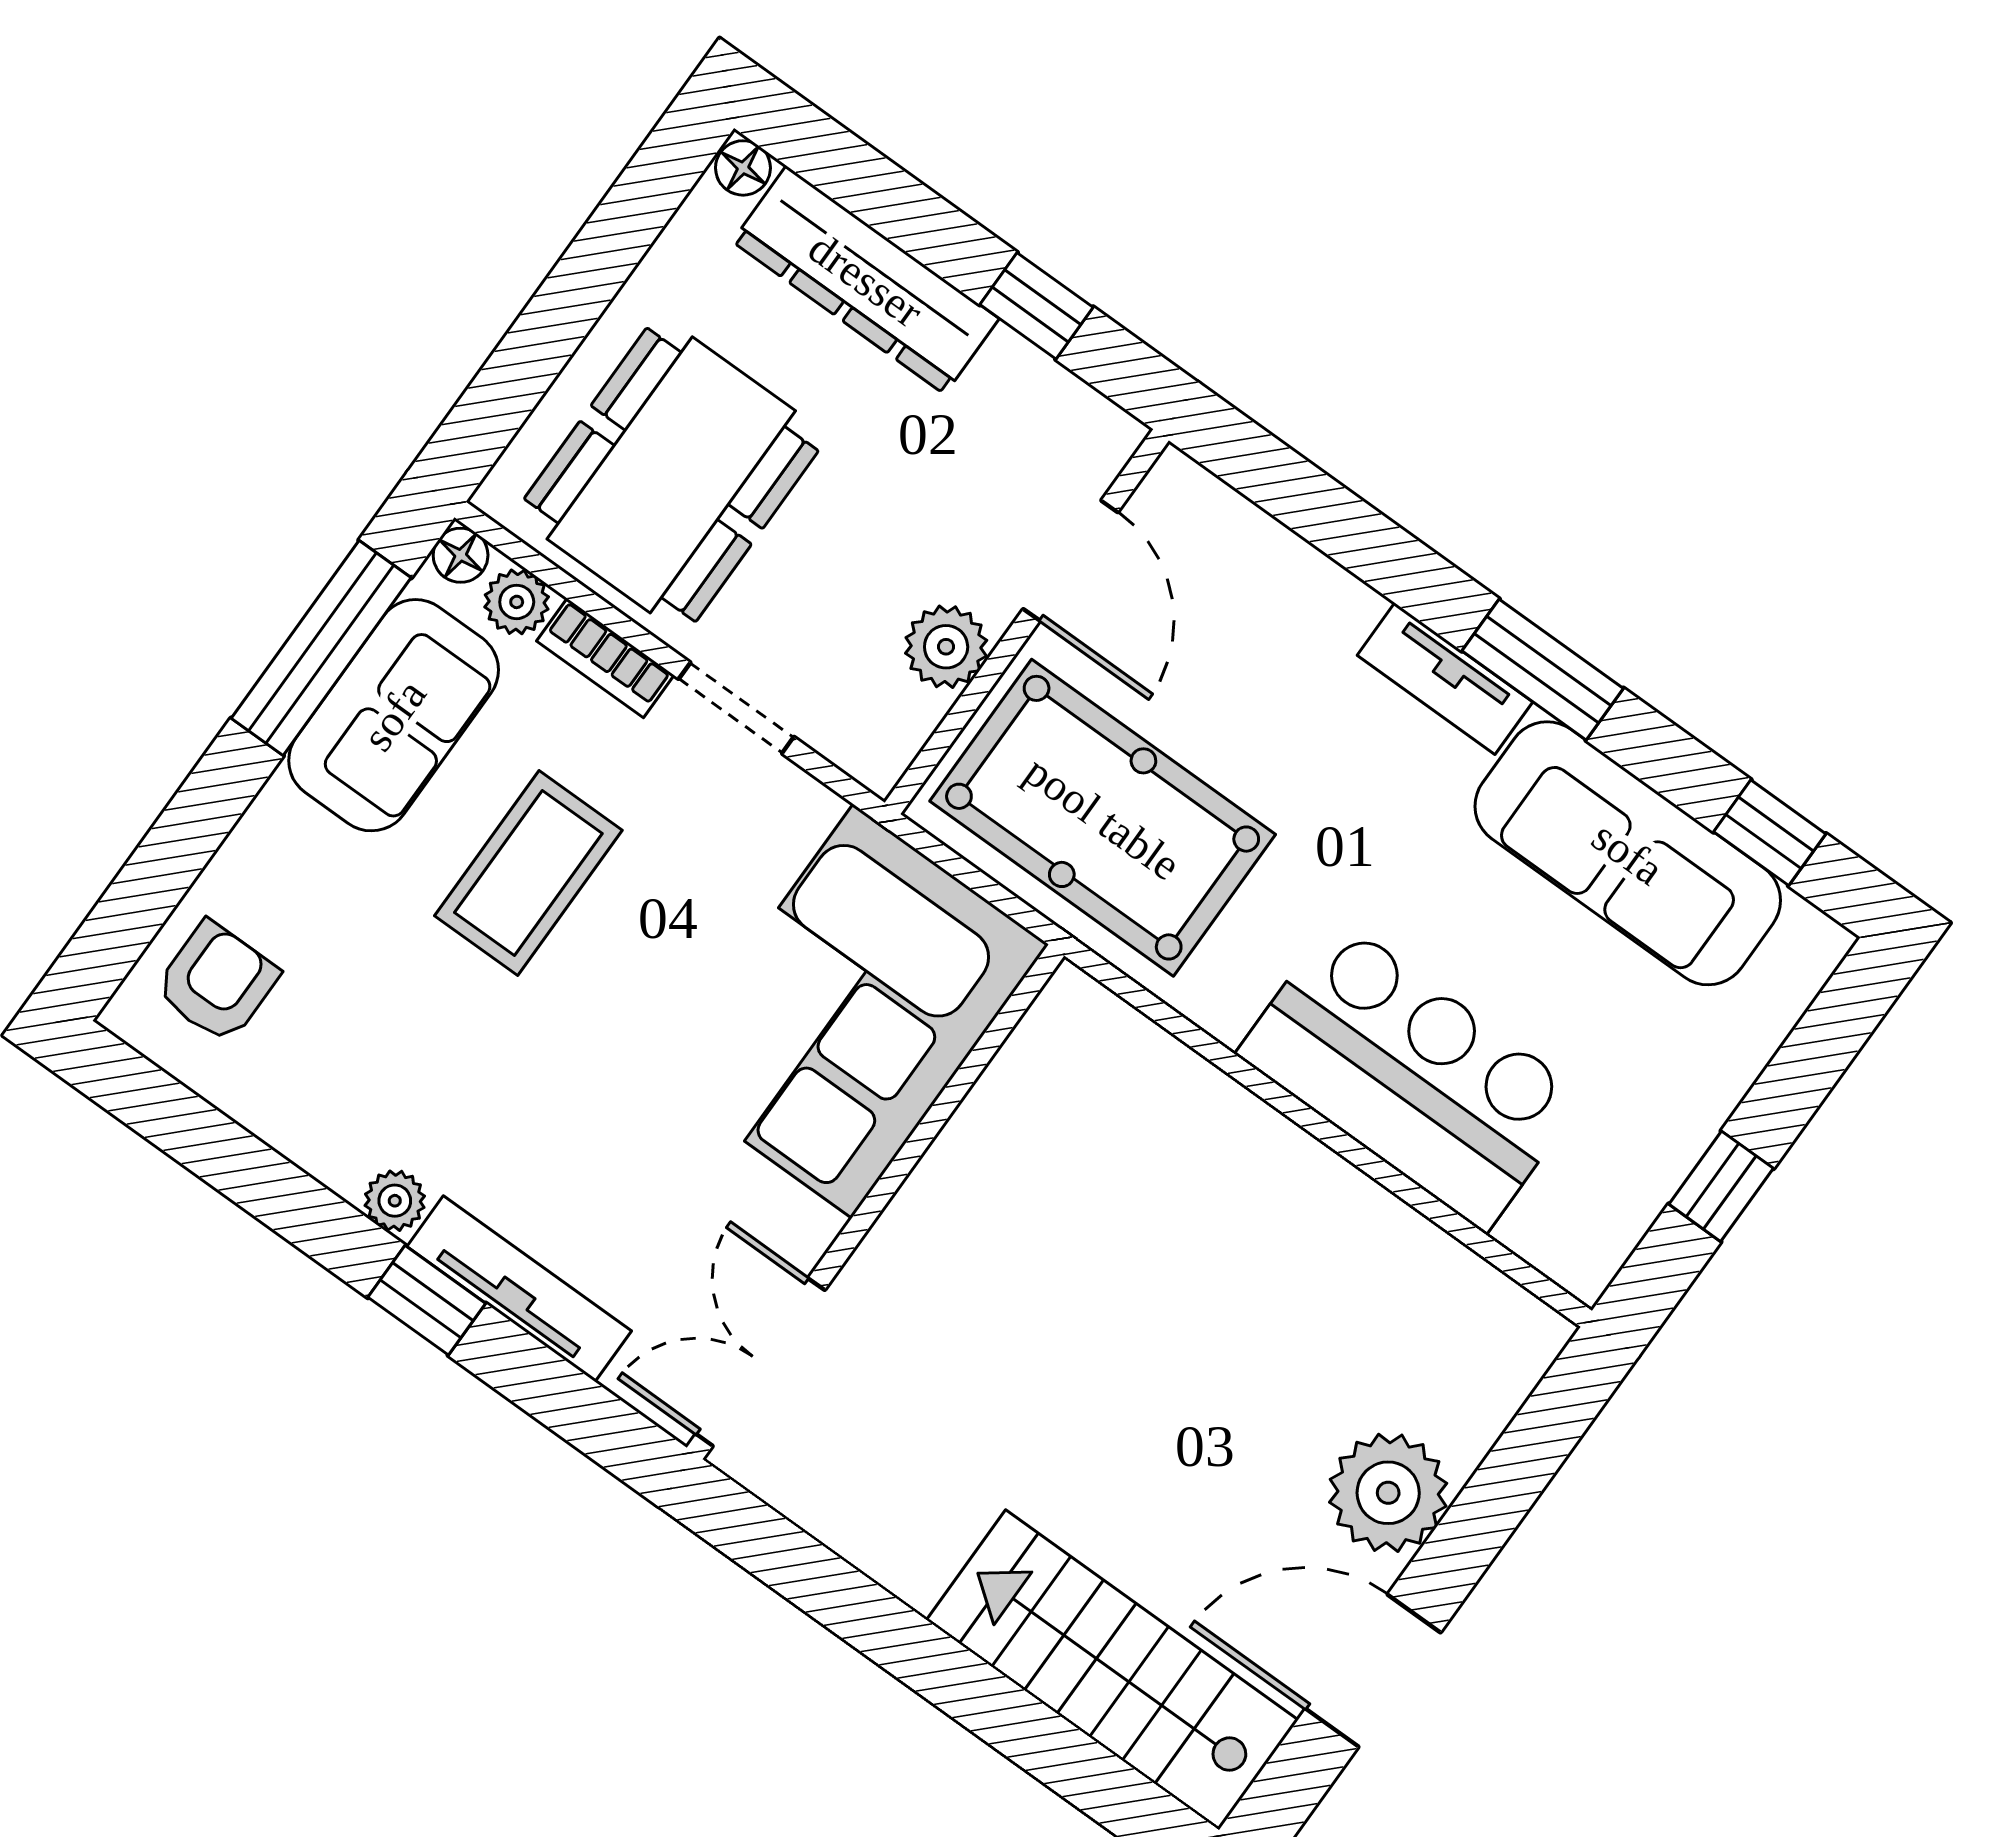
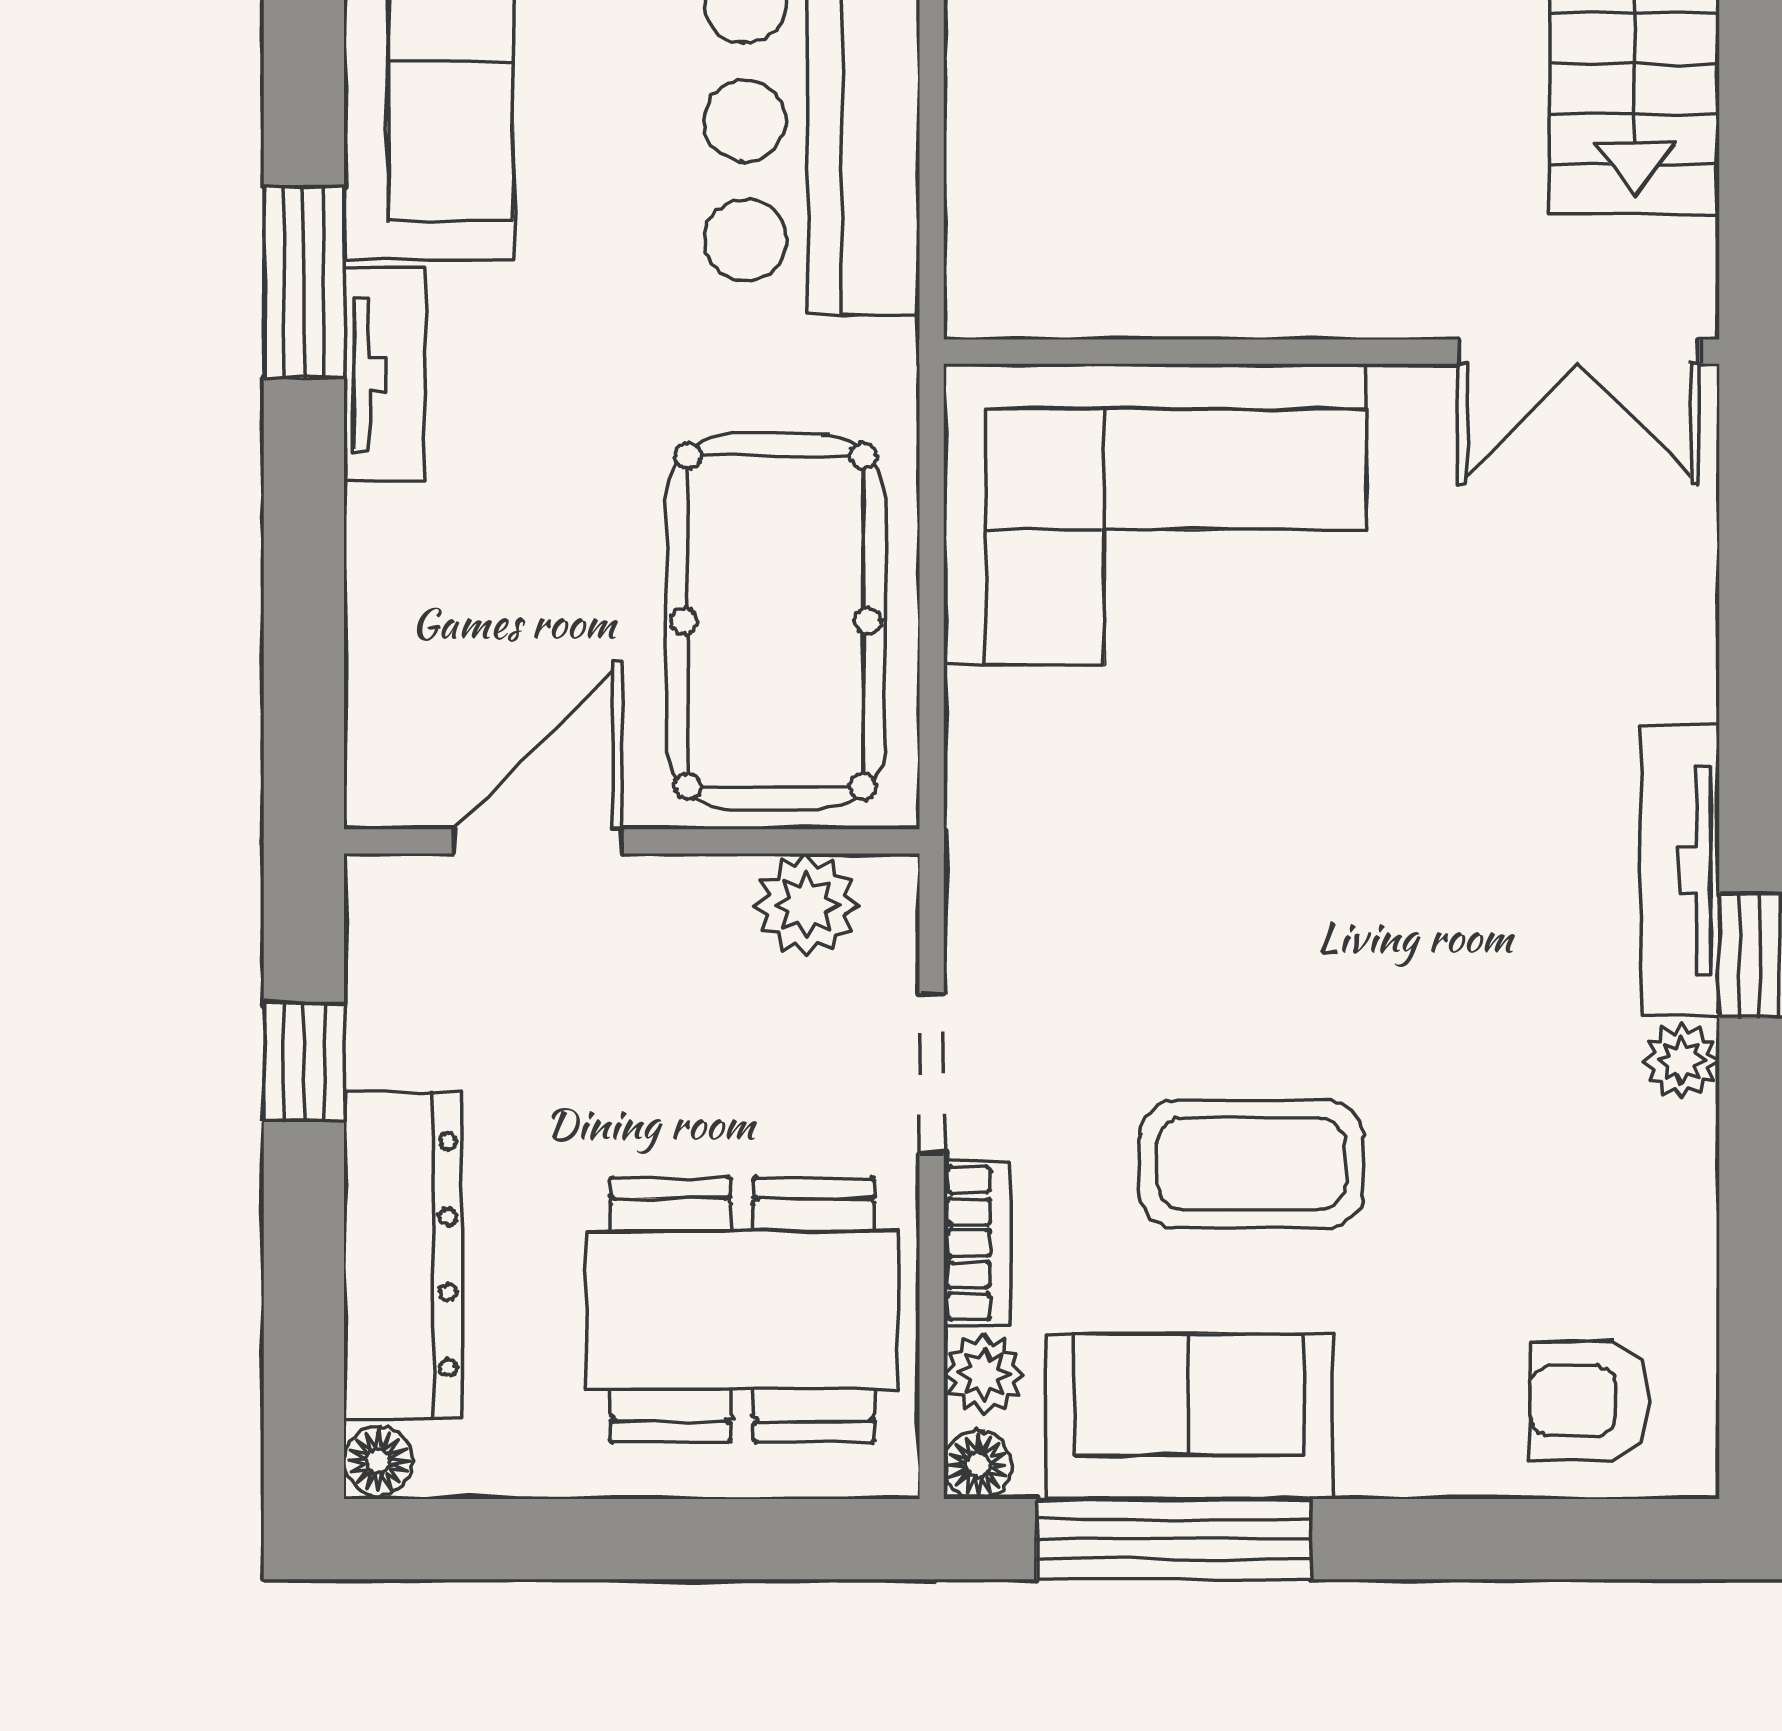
plant: (946, 647) -> (807, 905), moved
corner sofa: (853, 1011) -> (1155, 514), moved
wall: (876, 1202) -> (1332, 352), moved
double door: (760, 1362) -> (1579, 352), moved

